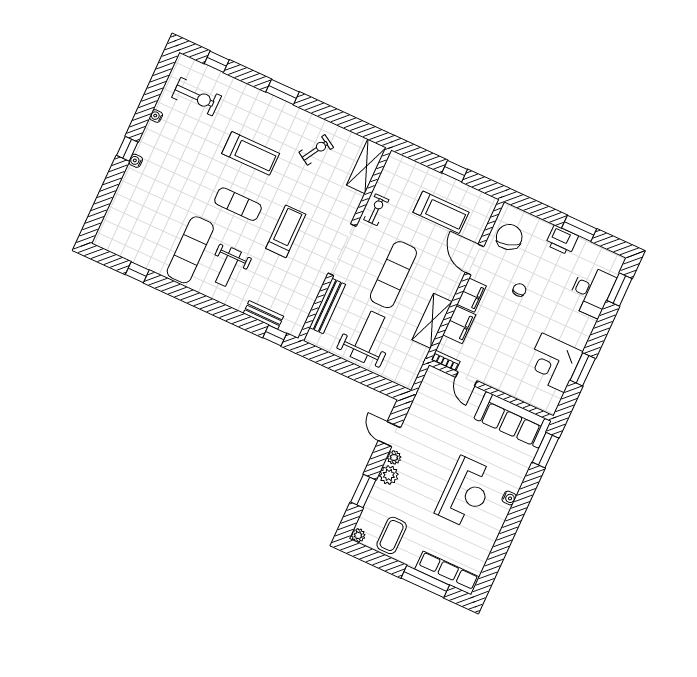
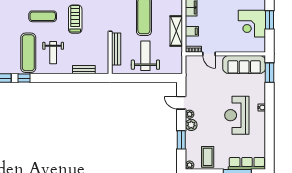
filing cabinet: (459, 325) -> (192, 31), width x0.50
window: (275, 336) -> (24, 78), moved
reception desk: (466, 492) -> (237, 115), turned 180

